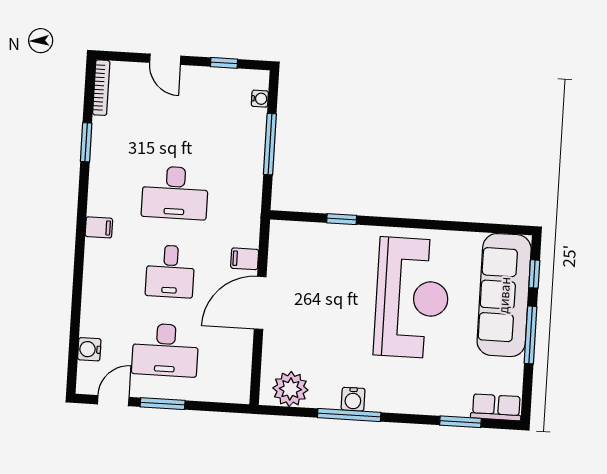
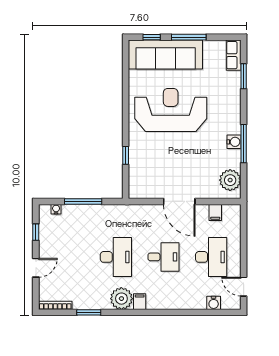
plant: (106, 198) -> (121, 299), added
filing cabinet: (245, 259) -> (215, 212), moved
window: (163, 404) -> (244, 257), removed

